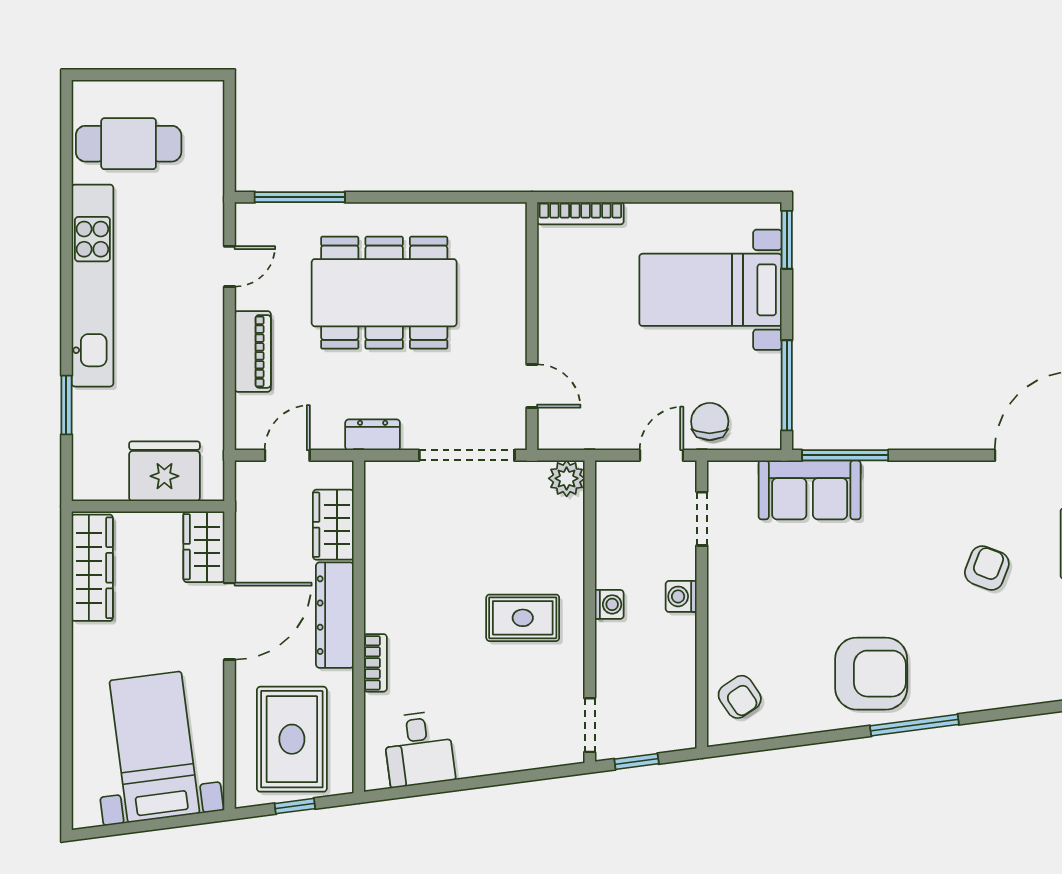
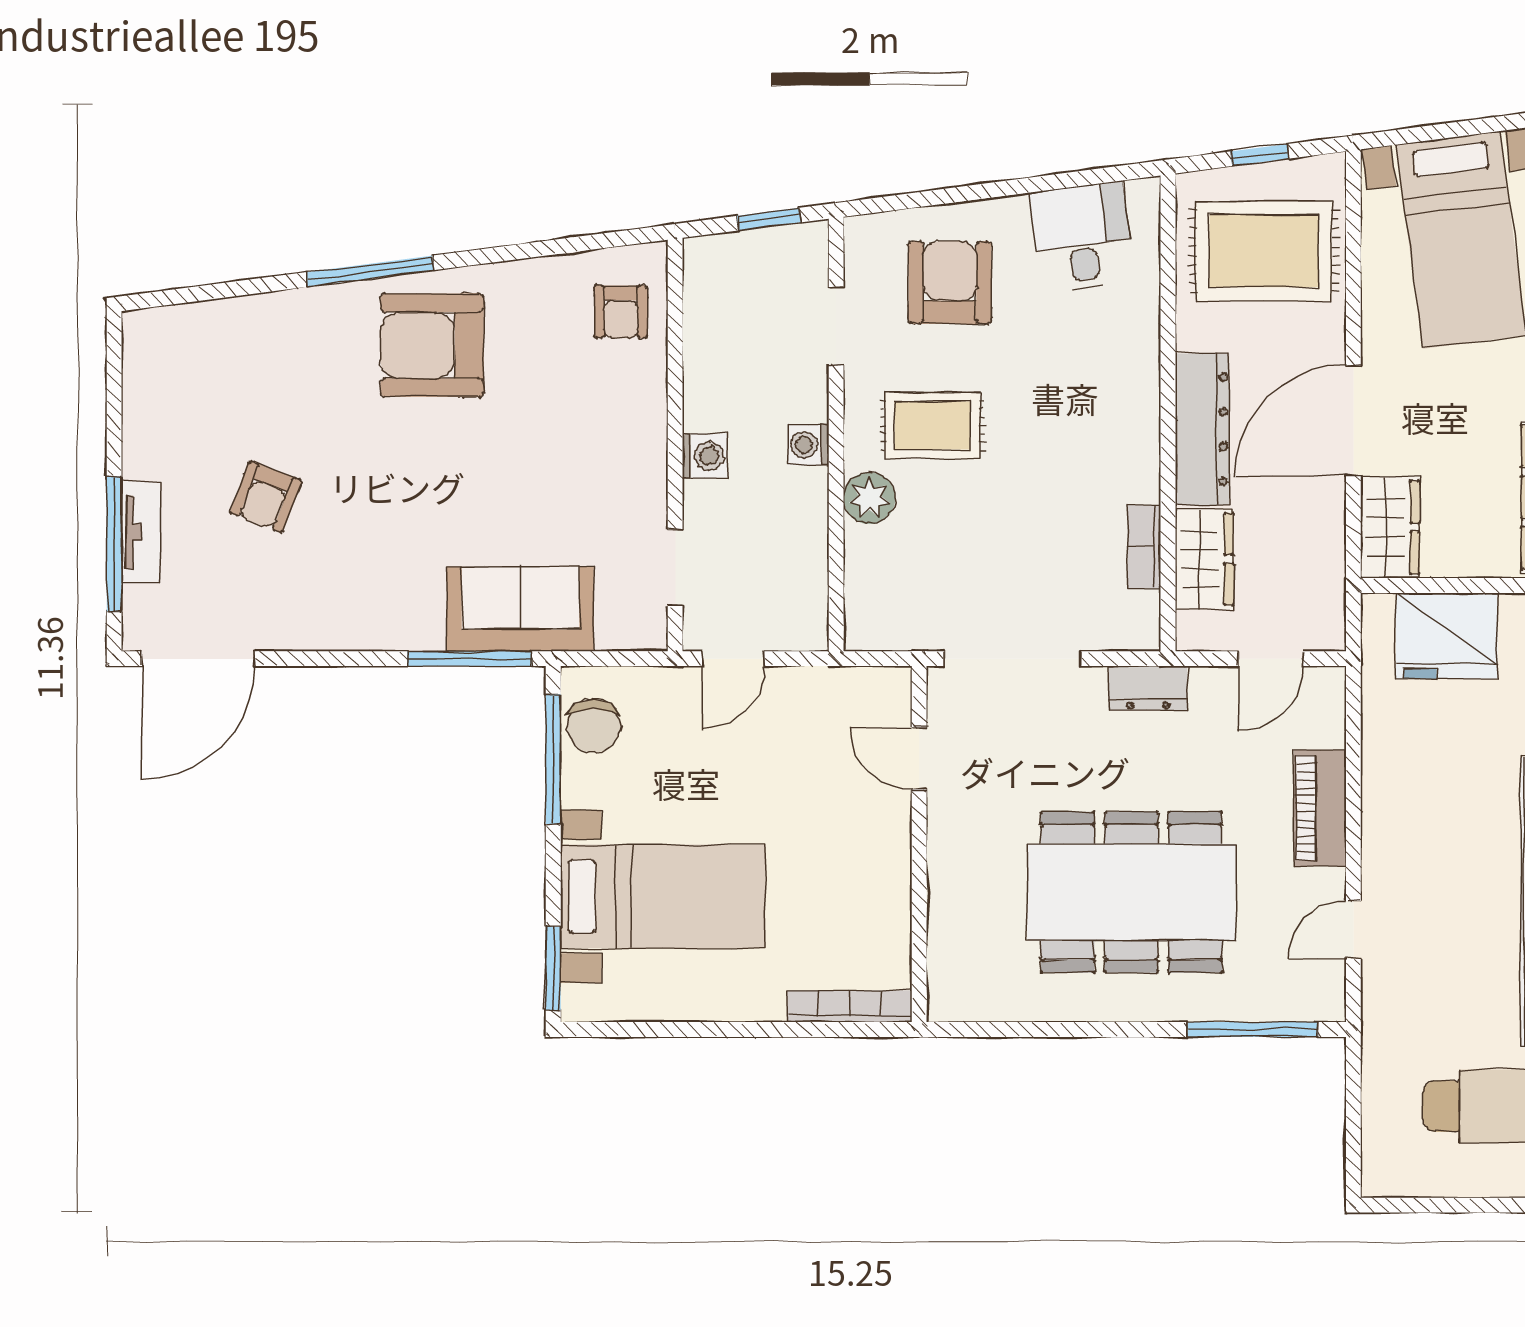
chair: (710, 421) -> (594, 726), moved
plant: (567, 478) -> (869, 498), moved
bookcase: (375, 663) -> (1144, 547), moved
armchair: (740, 697) -> (621, 312), turned -146
armchair: (511, 717) -> (950, 283), added
doorway: (590, 725) -> (836, 326), moved
rug: (292, 739) -> (1264, 251), turned 90

